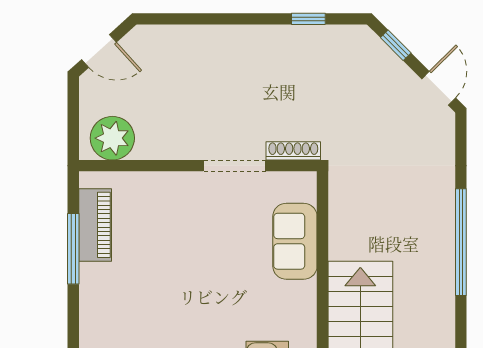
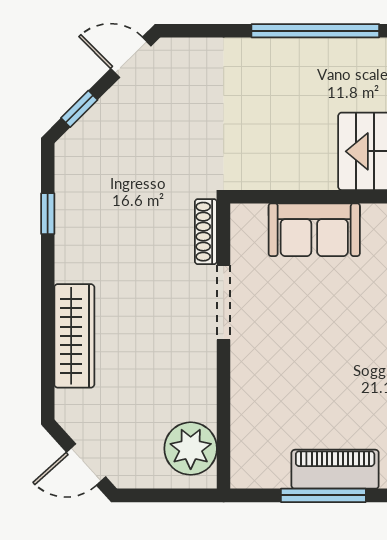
wardrobe: (206, 41) -> (74, 336), added
door: (99, 51) -> (86, 465), swing flipped
piano: (95, 225) -> (335, 469), moved

